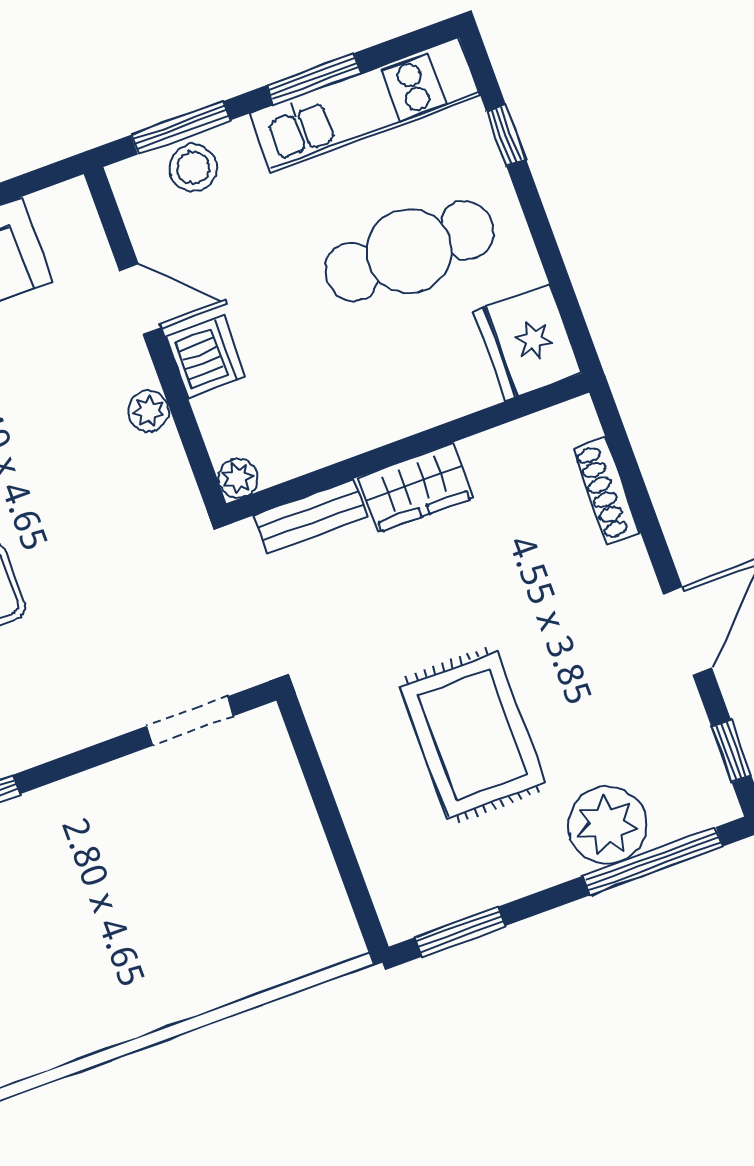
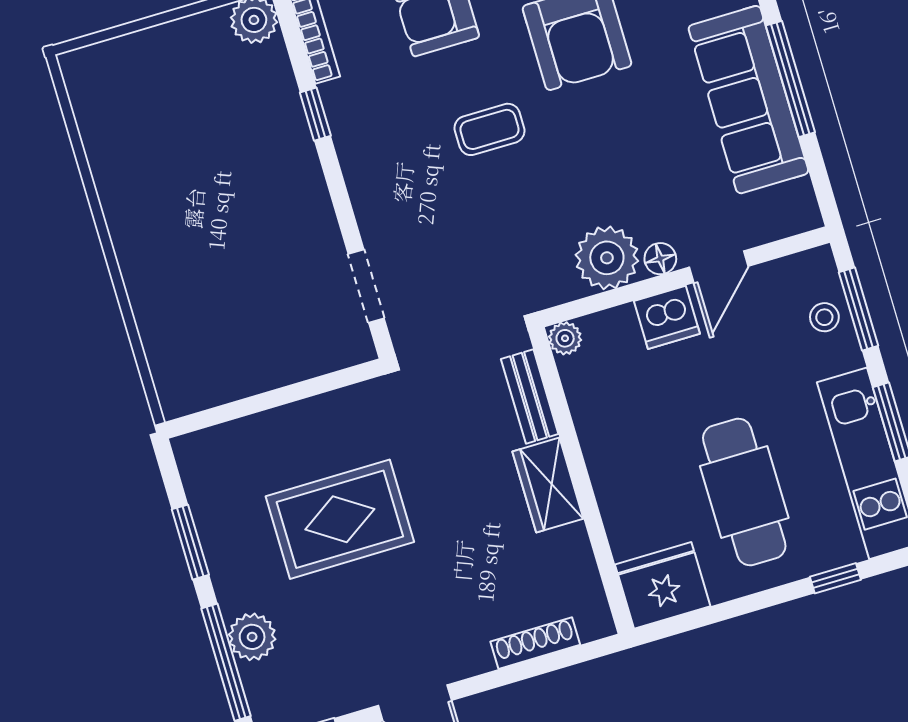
stool: (193, 168) -> (824, 317), width x0.73, depth x0.73
floor lamp: (135, 370) -> (660, 259), added
plant: (149, 411) -> (607, 258), width x1.88, depth x1.88
plant: (607, 825) -> (252, 637), width x0.73, depth x0.73
window: (460, 932) -> (190, 542), moved

